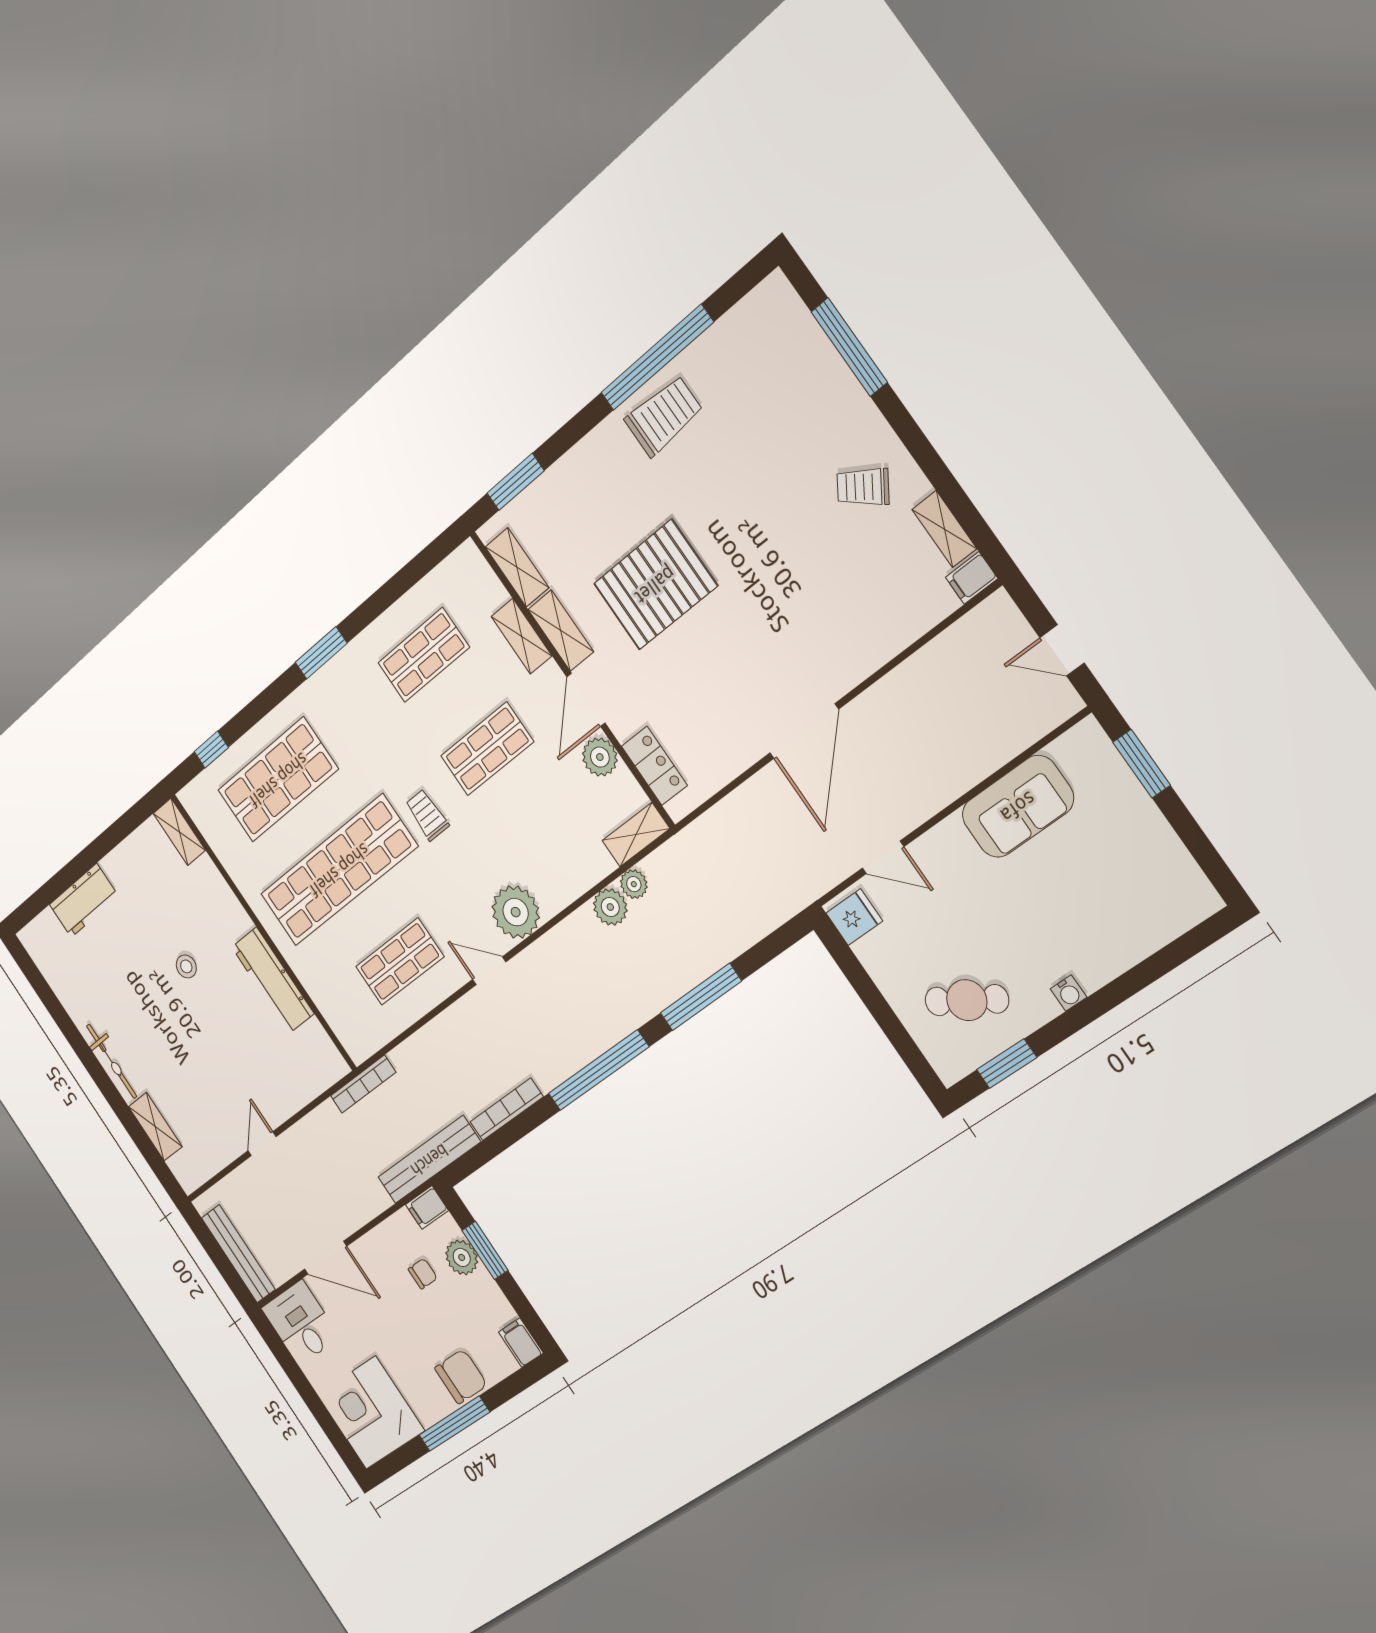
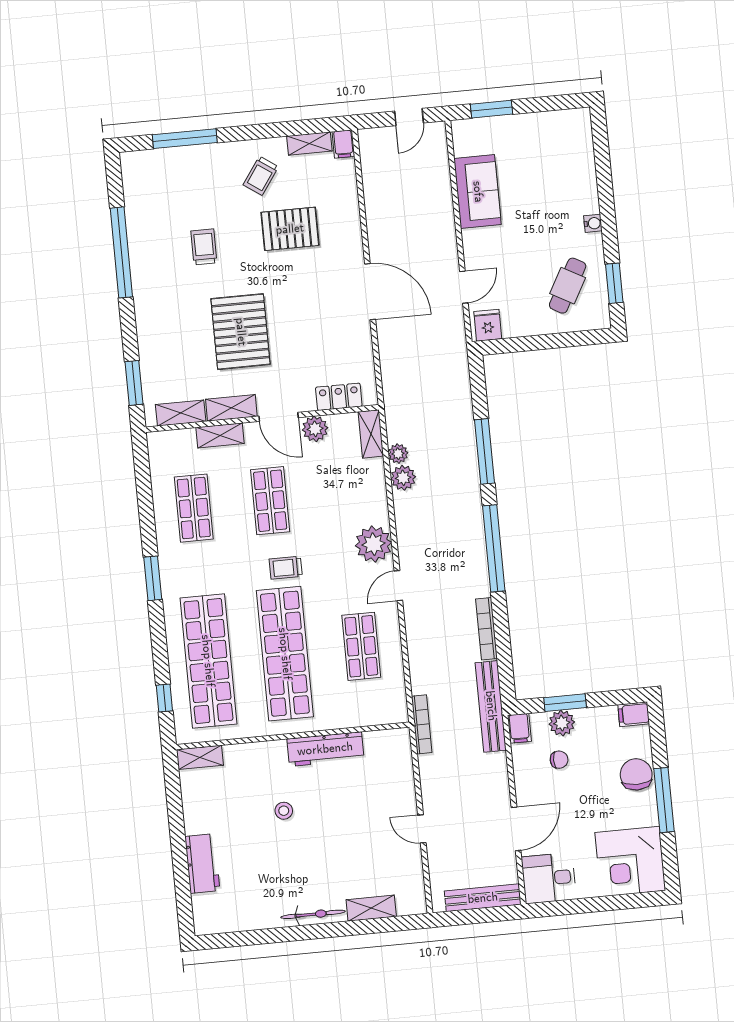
trolley: (664, 416) -> (204, 247), moved, width x0.73, depth x0.72
pallet: (819, 572) -> (290, 229), added
shop shelf: (278, 780) -> (208, 661), width x1.40
chair: (423, 1274) -> (559, 760), turned 90

